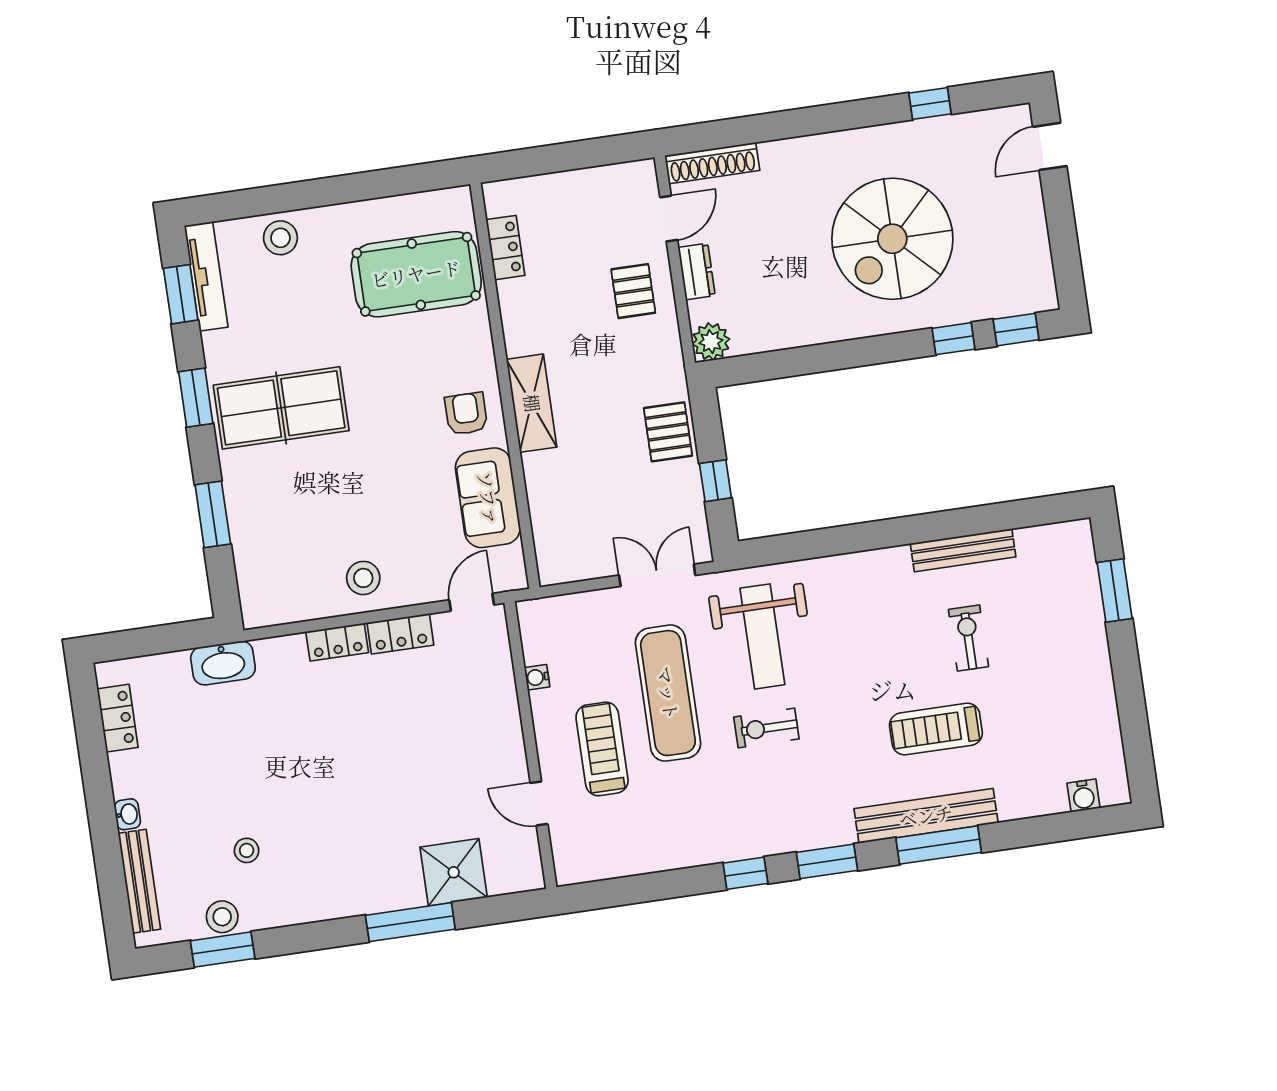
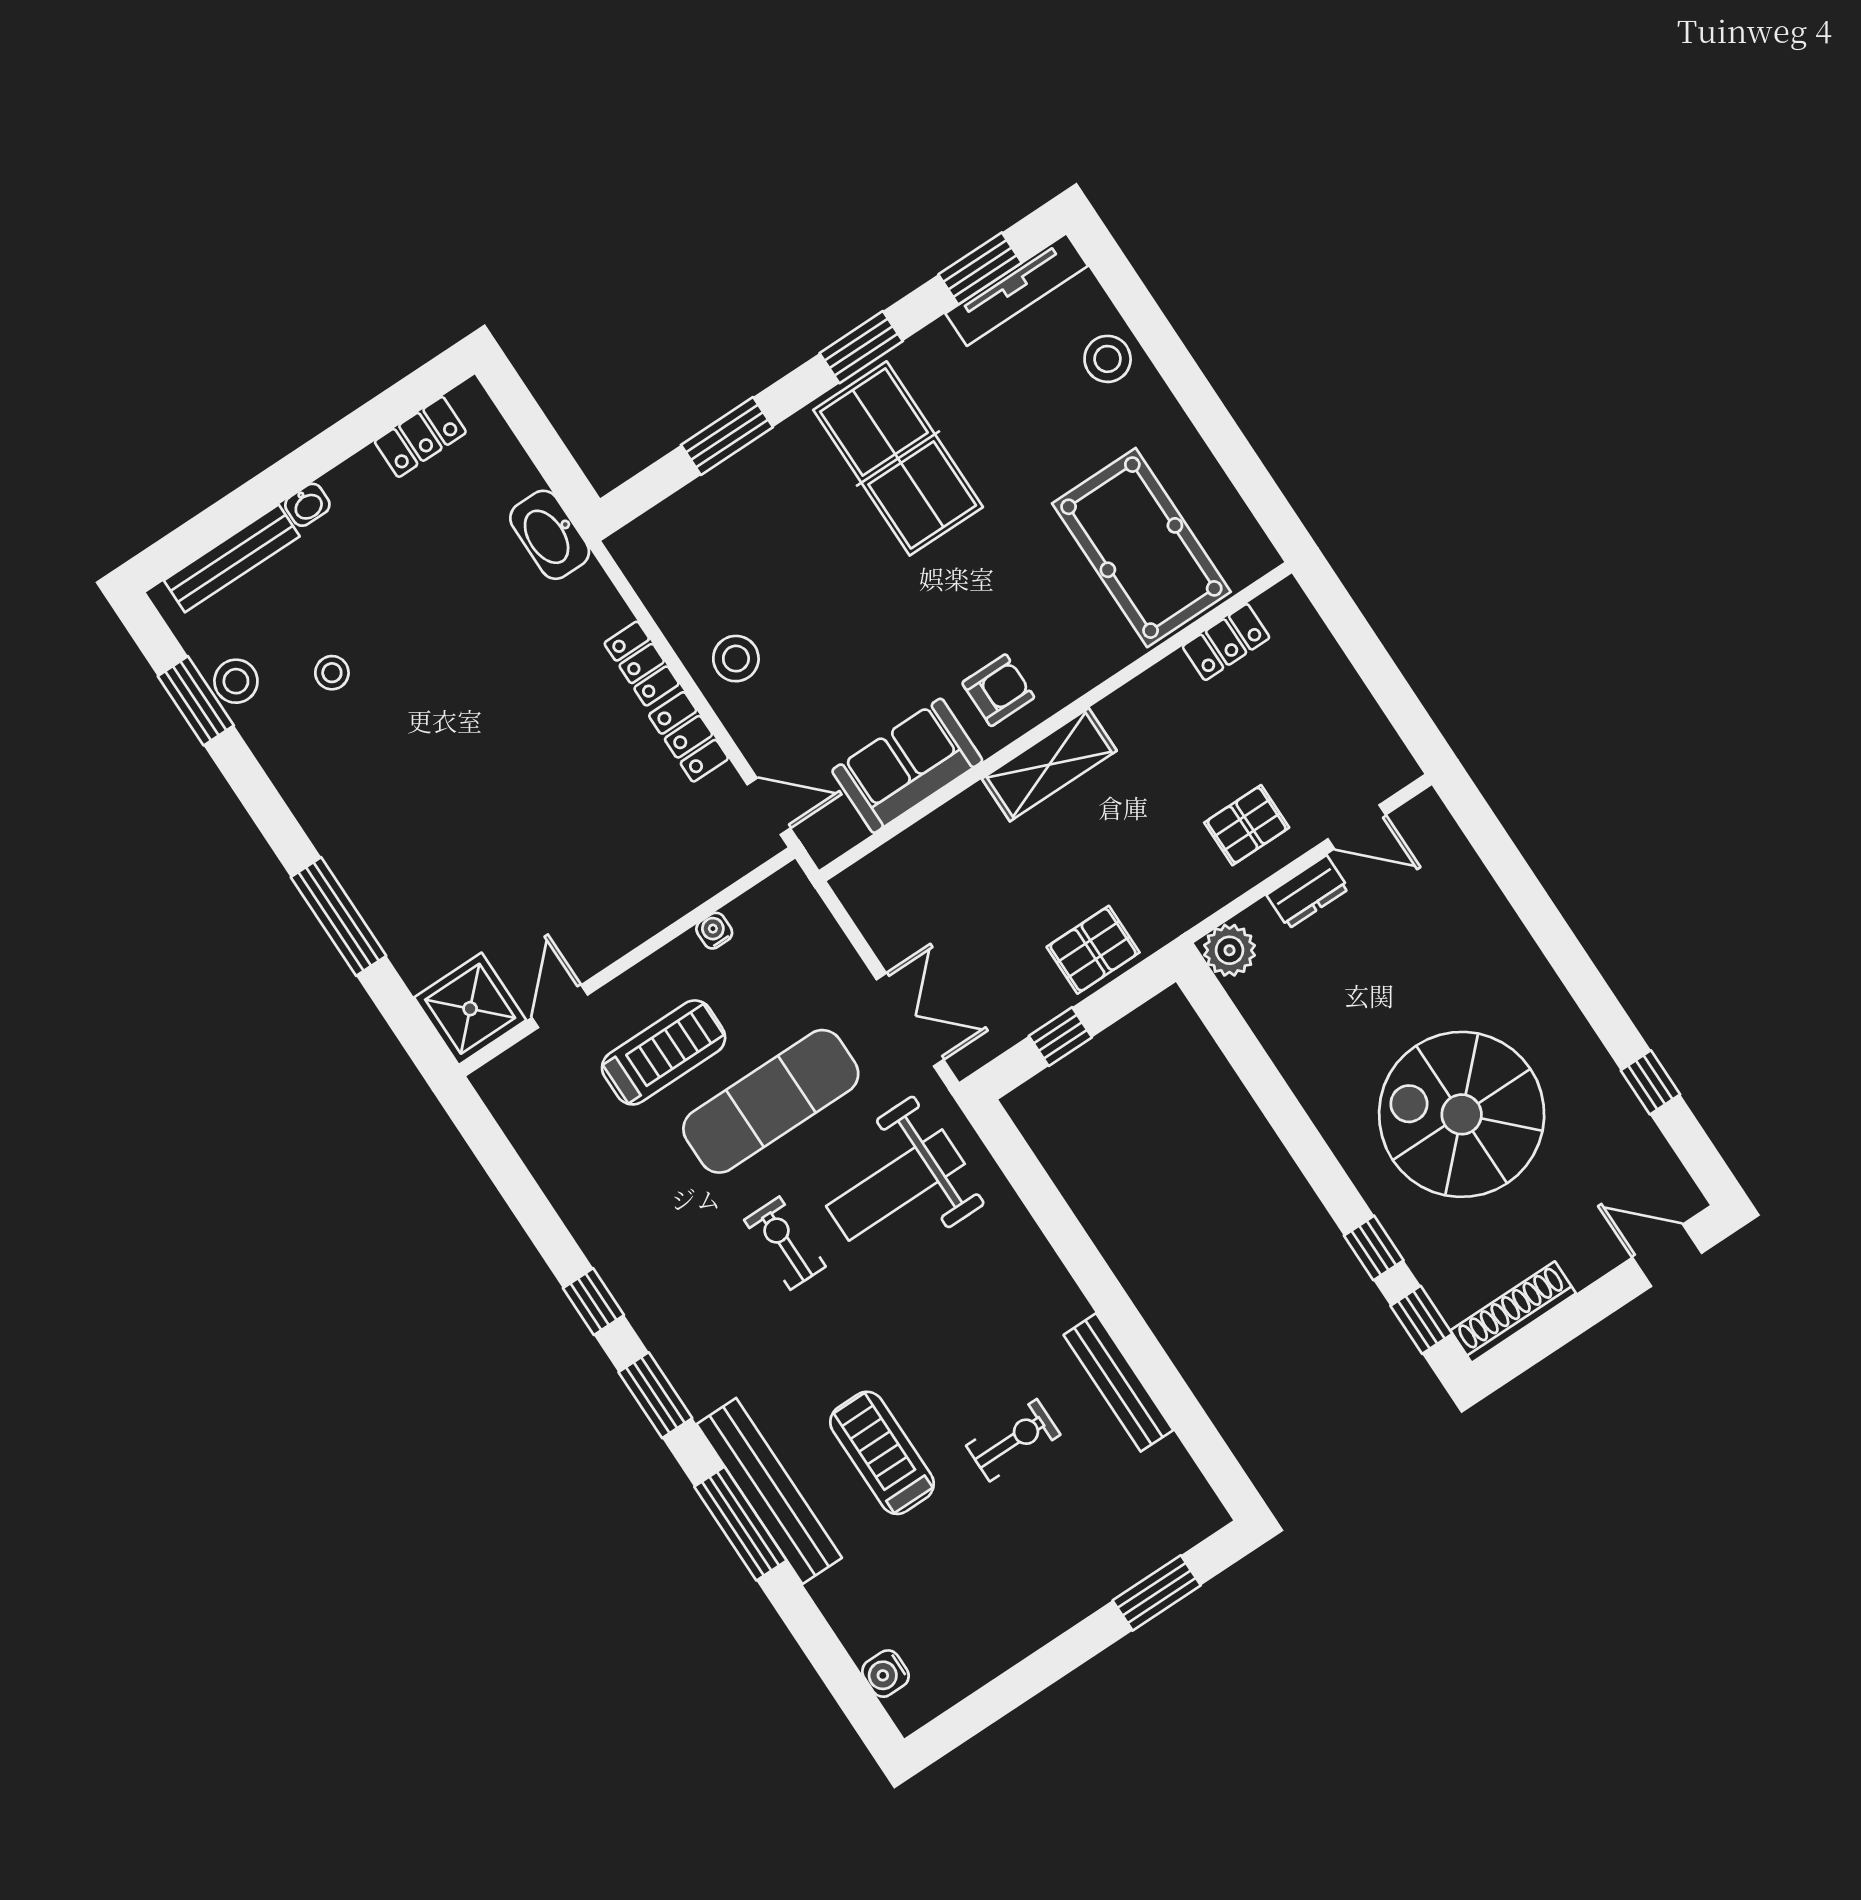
shoe rack: (712, 163) -> (1513, 1312), moved, turned 90
shower: (454, 872) -> (470, 1009), moved

